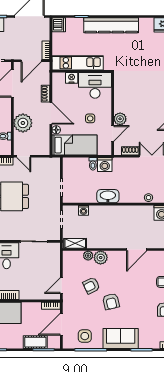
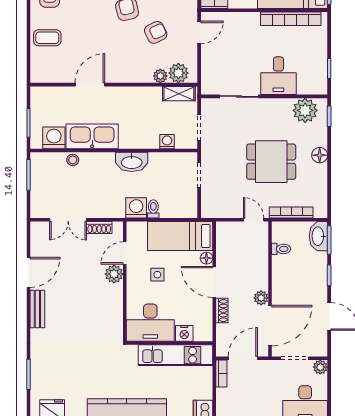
plant: (23, 123) -> (261, 298), moved, width x0.53, depth x0.53
kitchen sink: (135, 214) -> (92, 136), added
plant: (101, 258) -> (178, 73), moved

